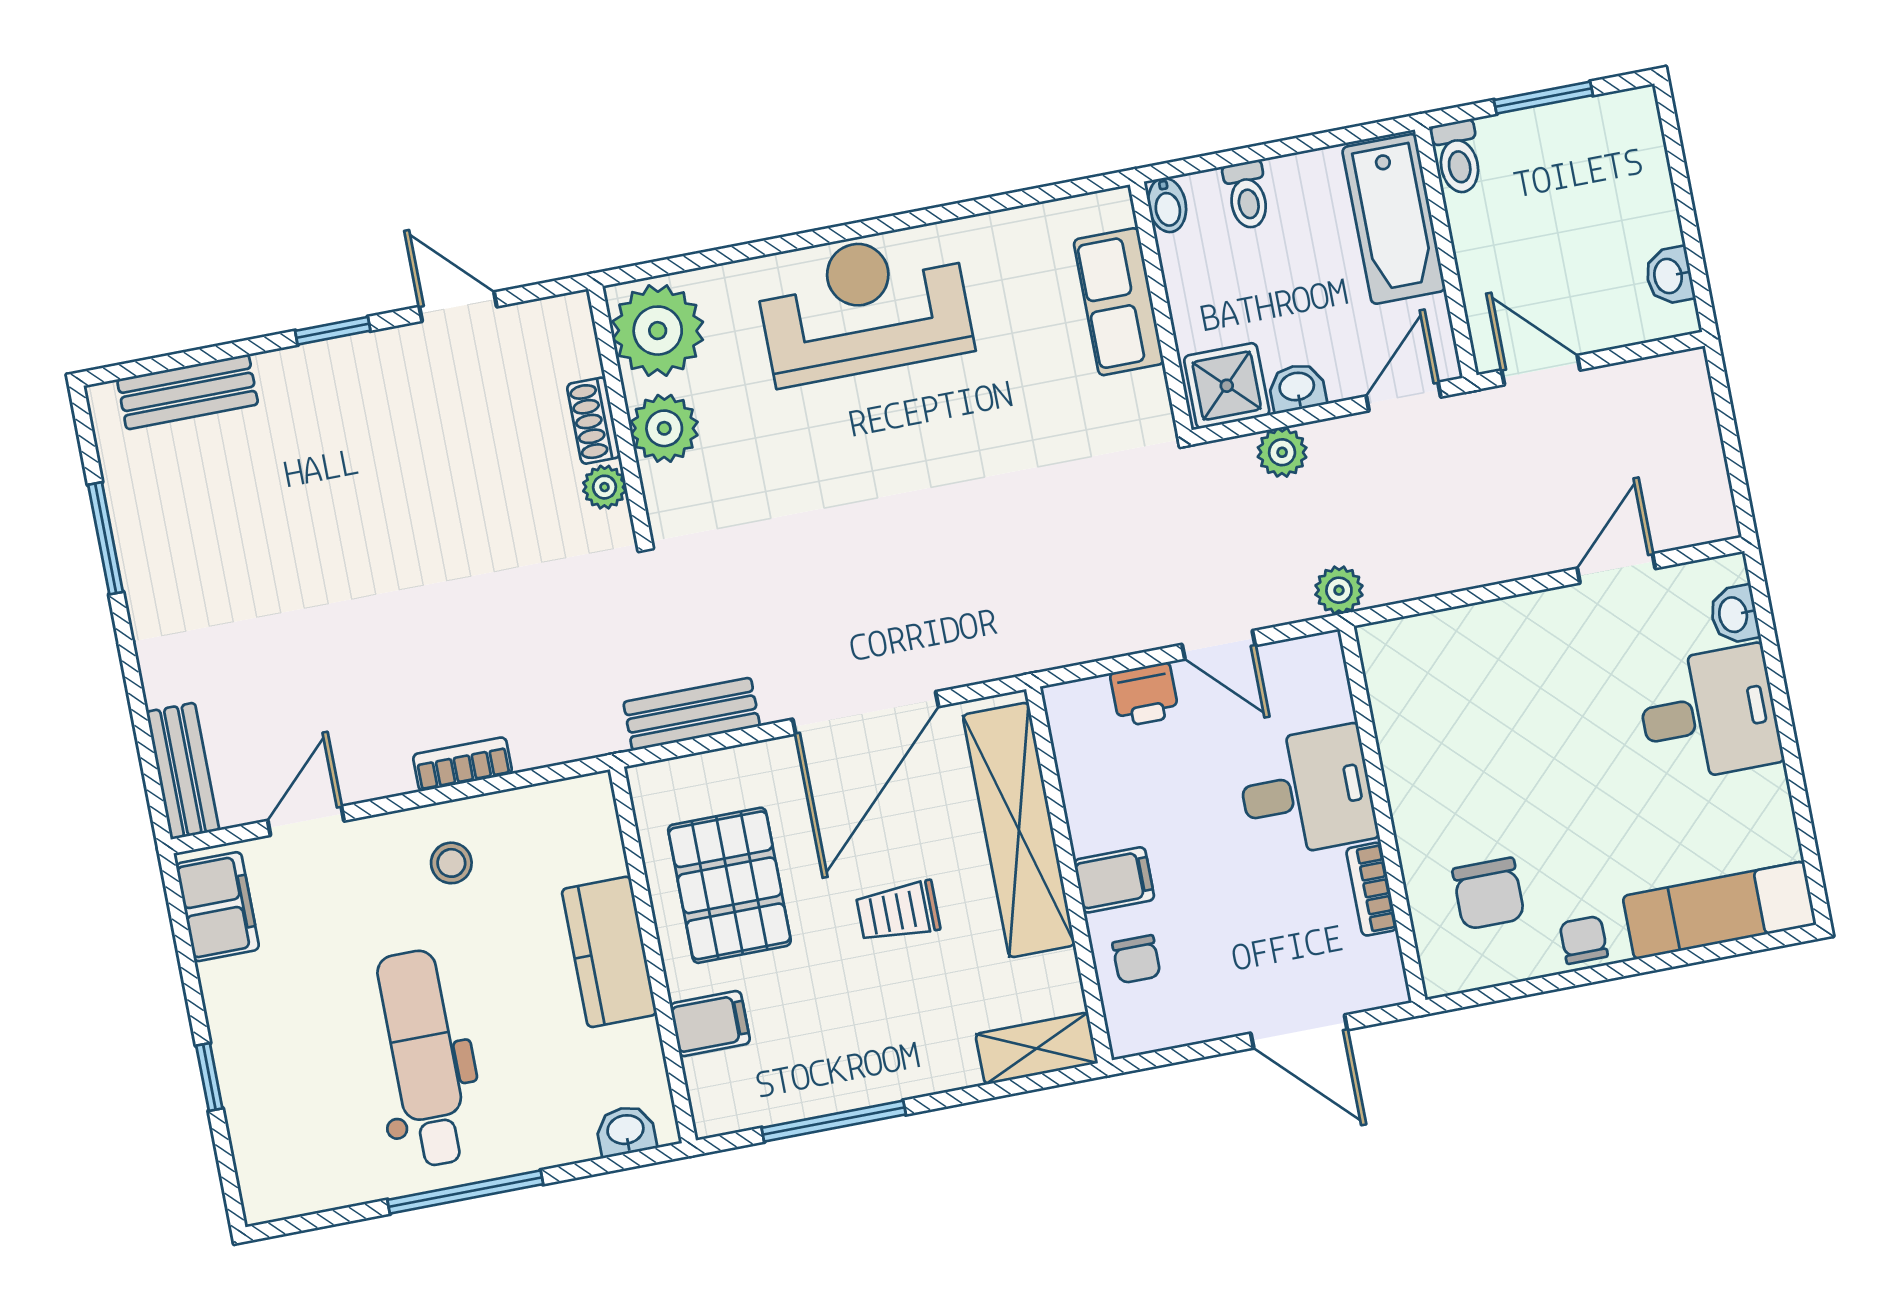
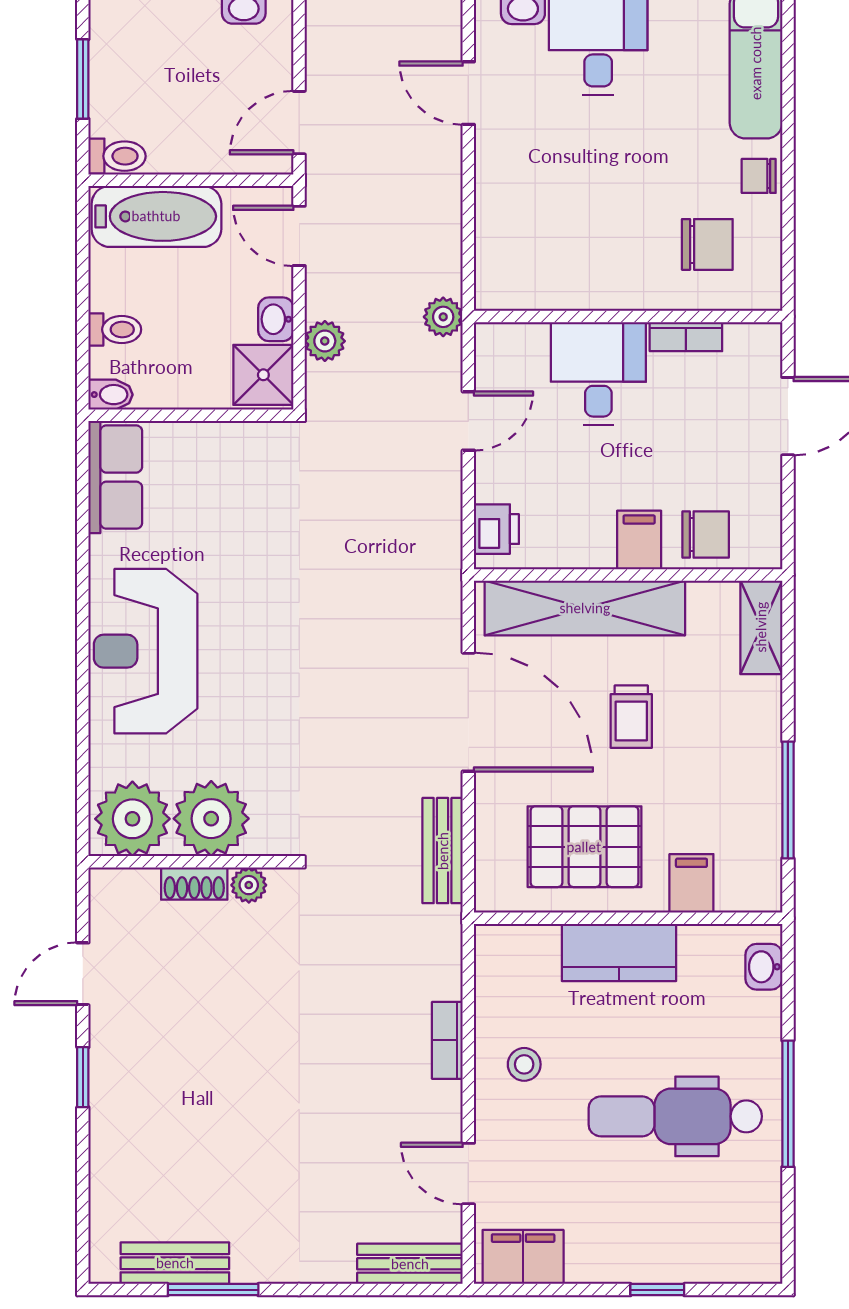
row of seats: (1119, 302) -> (115, 477), moved, turned -90
bench: (188, 392) -> (175, 1263), moved, turned 90
plant: (664, 428) -> (211, 819), width x1.36, depth x1.36
printer: (1145, 695) -> (496, 529), moved
chair: (1136, 959) -> (706, 534), width x1.37, depth x1.37

